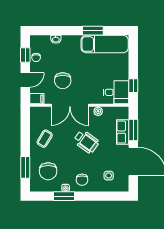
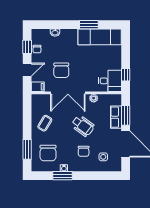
chair: (82, 180) -> (84, 151), moved

